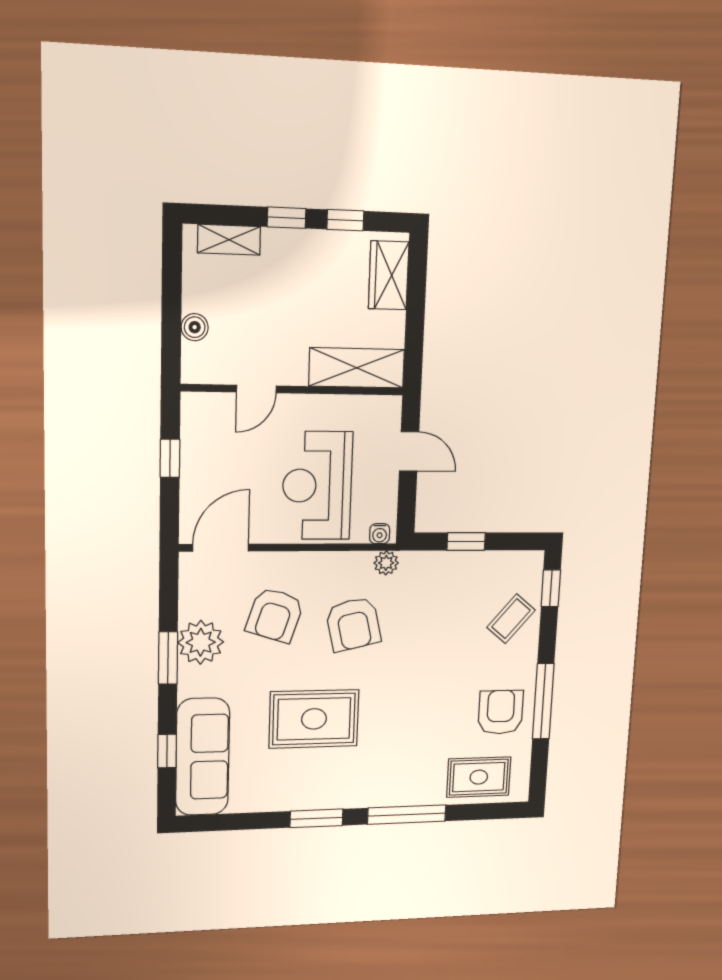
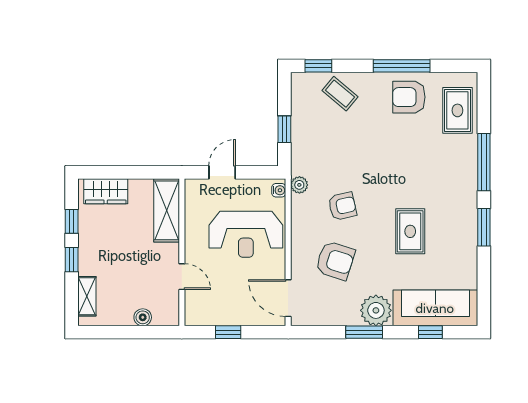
armchair: (353, 624) -> (342, 206), width x0.72, depth x0.72
plant: (201, 642) -> (376, 310), moved
rug: (314, 719) -> (410, 231), width x0.73, depth x0.70

